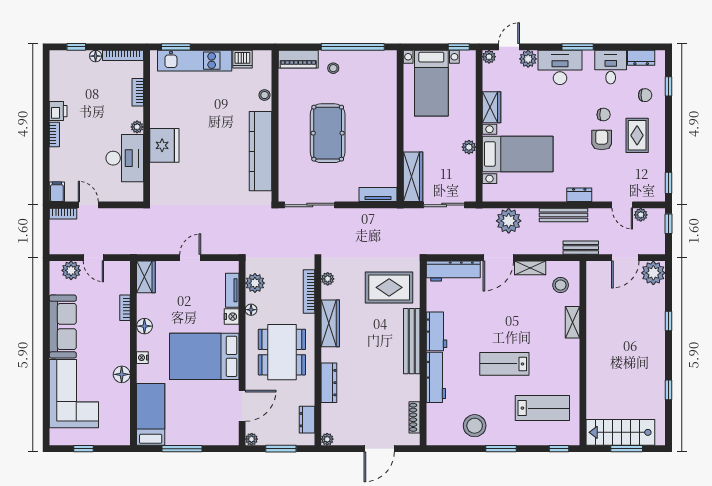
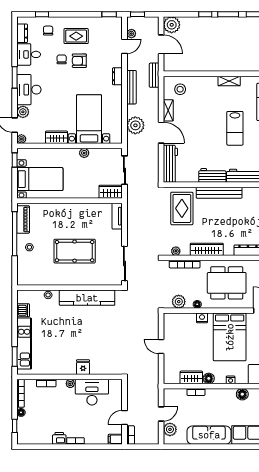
piano: (298, 59) -> (23, 219), moved
fridge: (164, 145) -> (83, 367), width x0.53, depth x0.75
wardrobe: (413, 177) -> (111, 192), width x0.67
wardrobe: (146, 277) -> (191, 377), moved
tv unit: (232, 290) -> (184, 317), removed
shelving: (572, 322) -> (229, 81), moved
window: (669, 354) -> (228, 14), added

